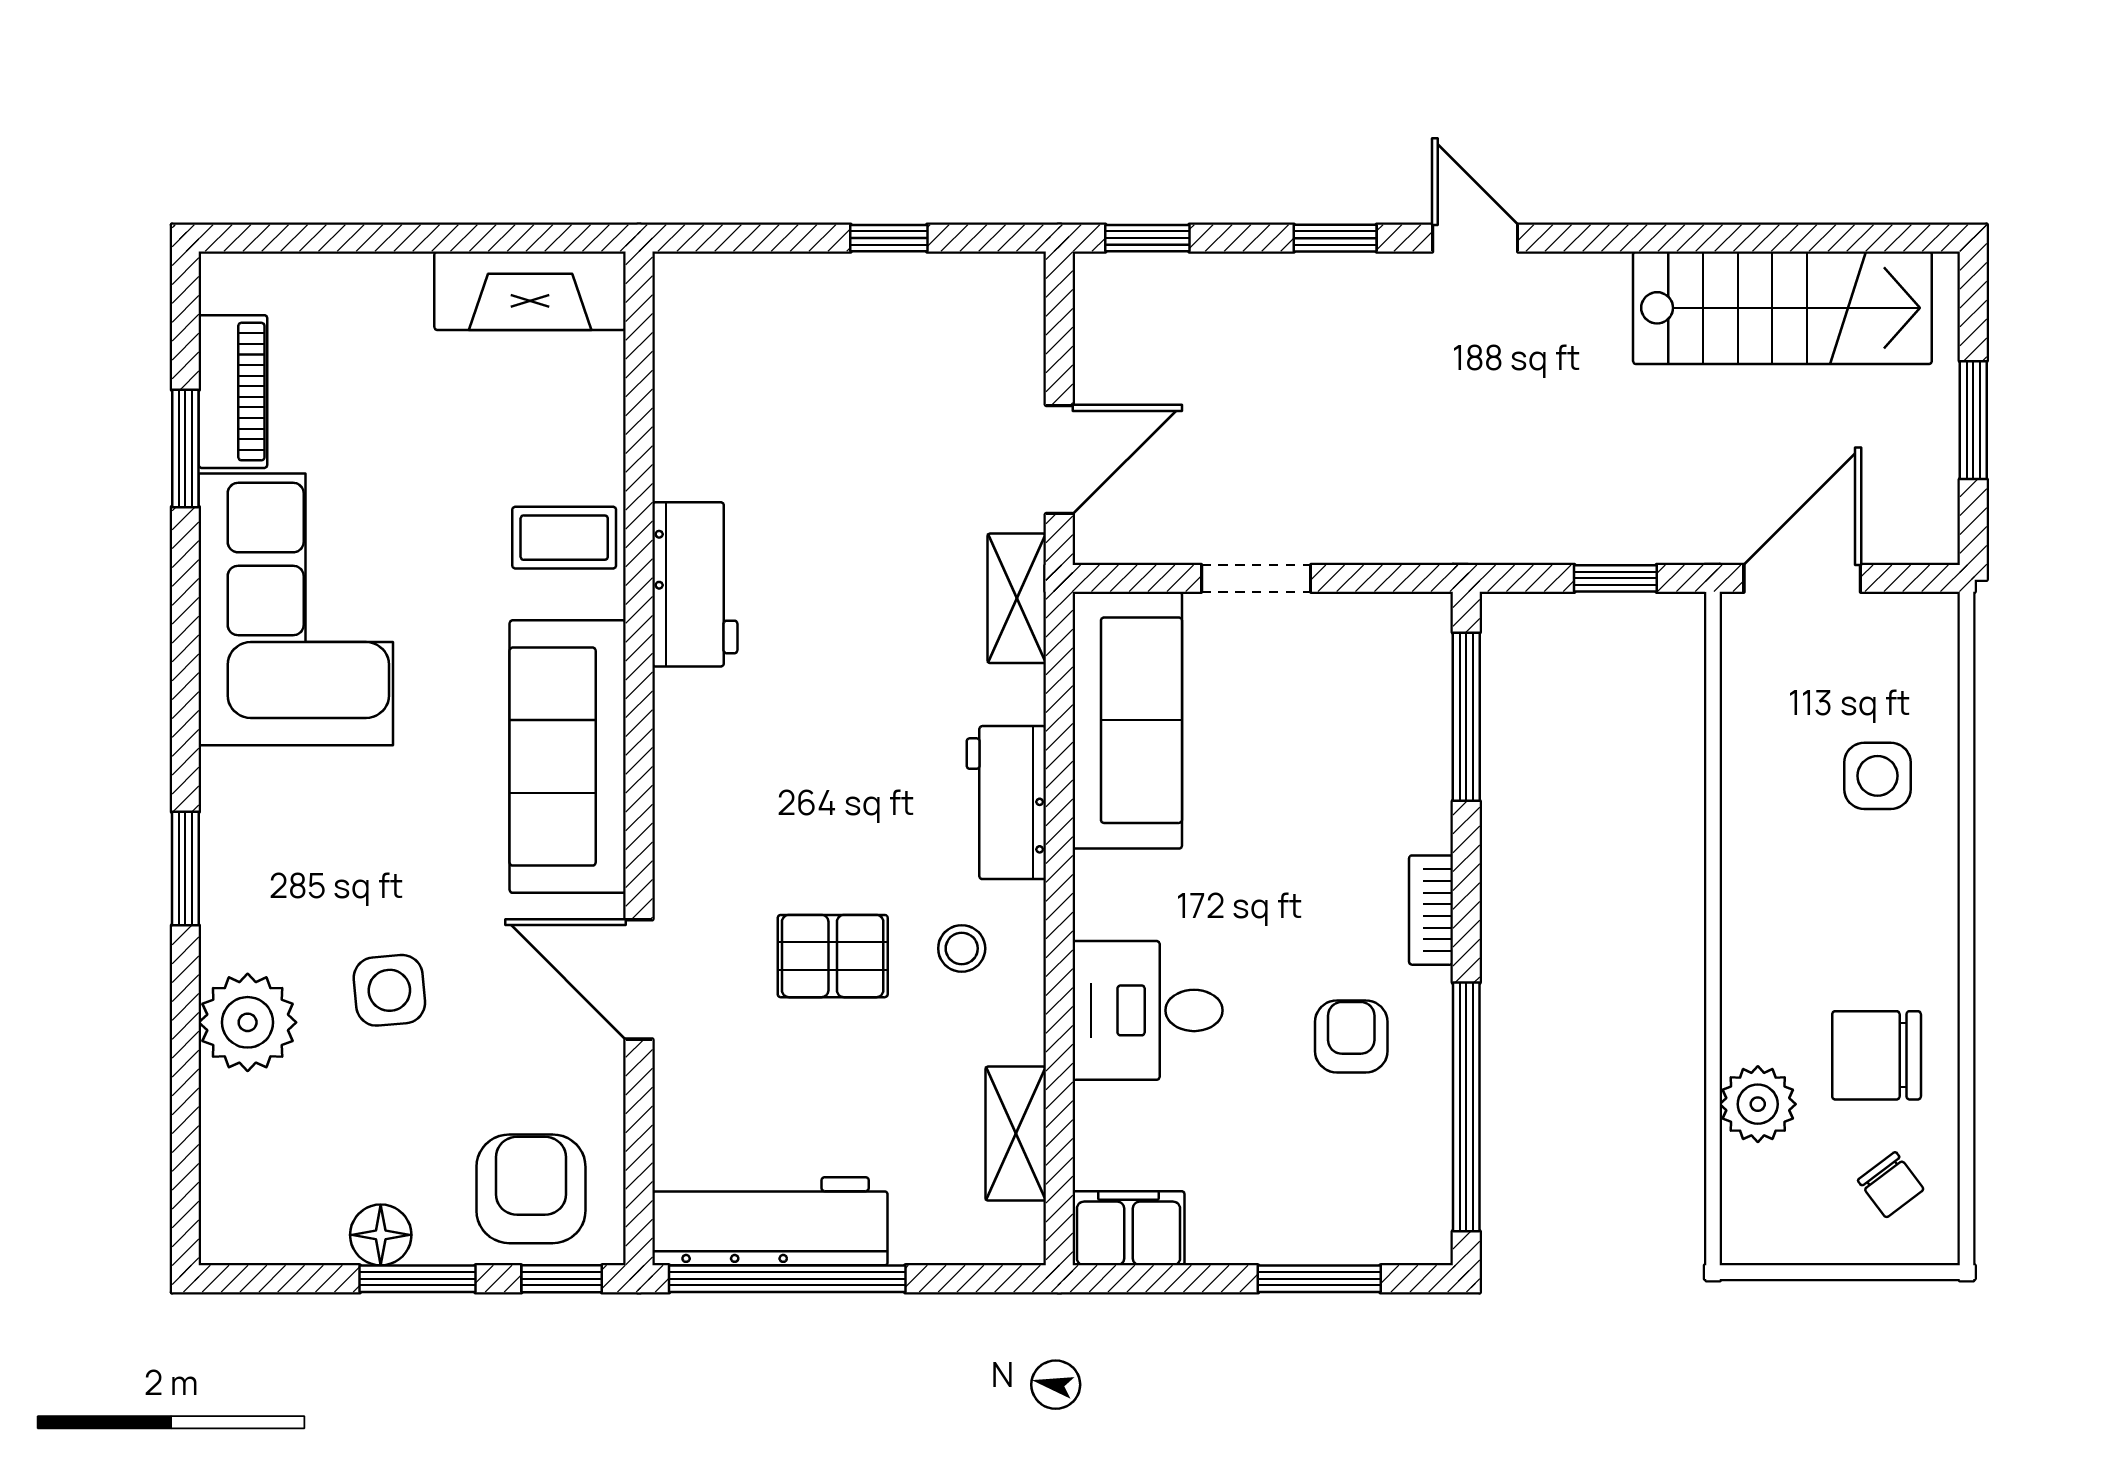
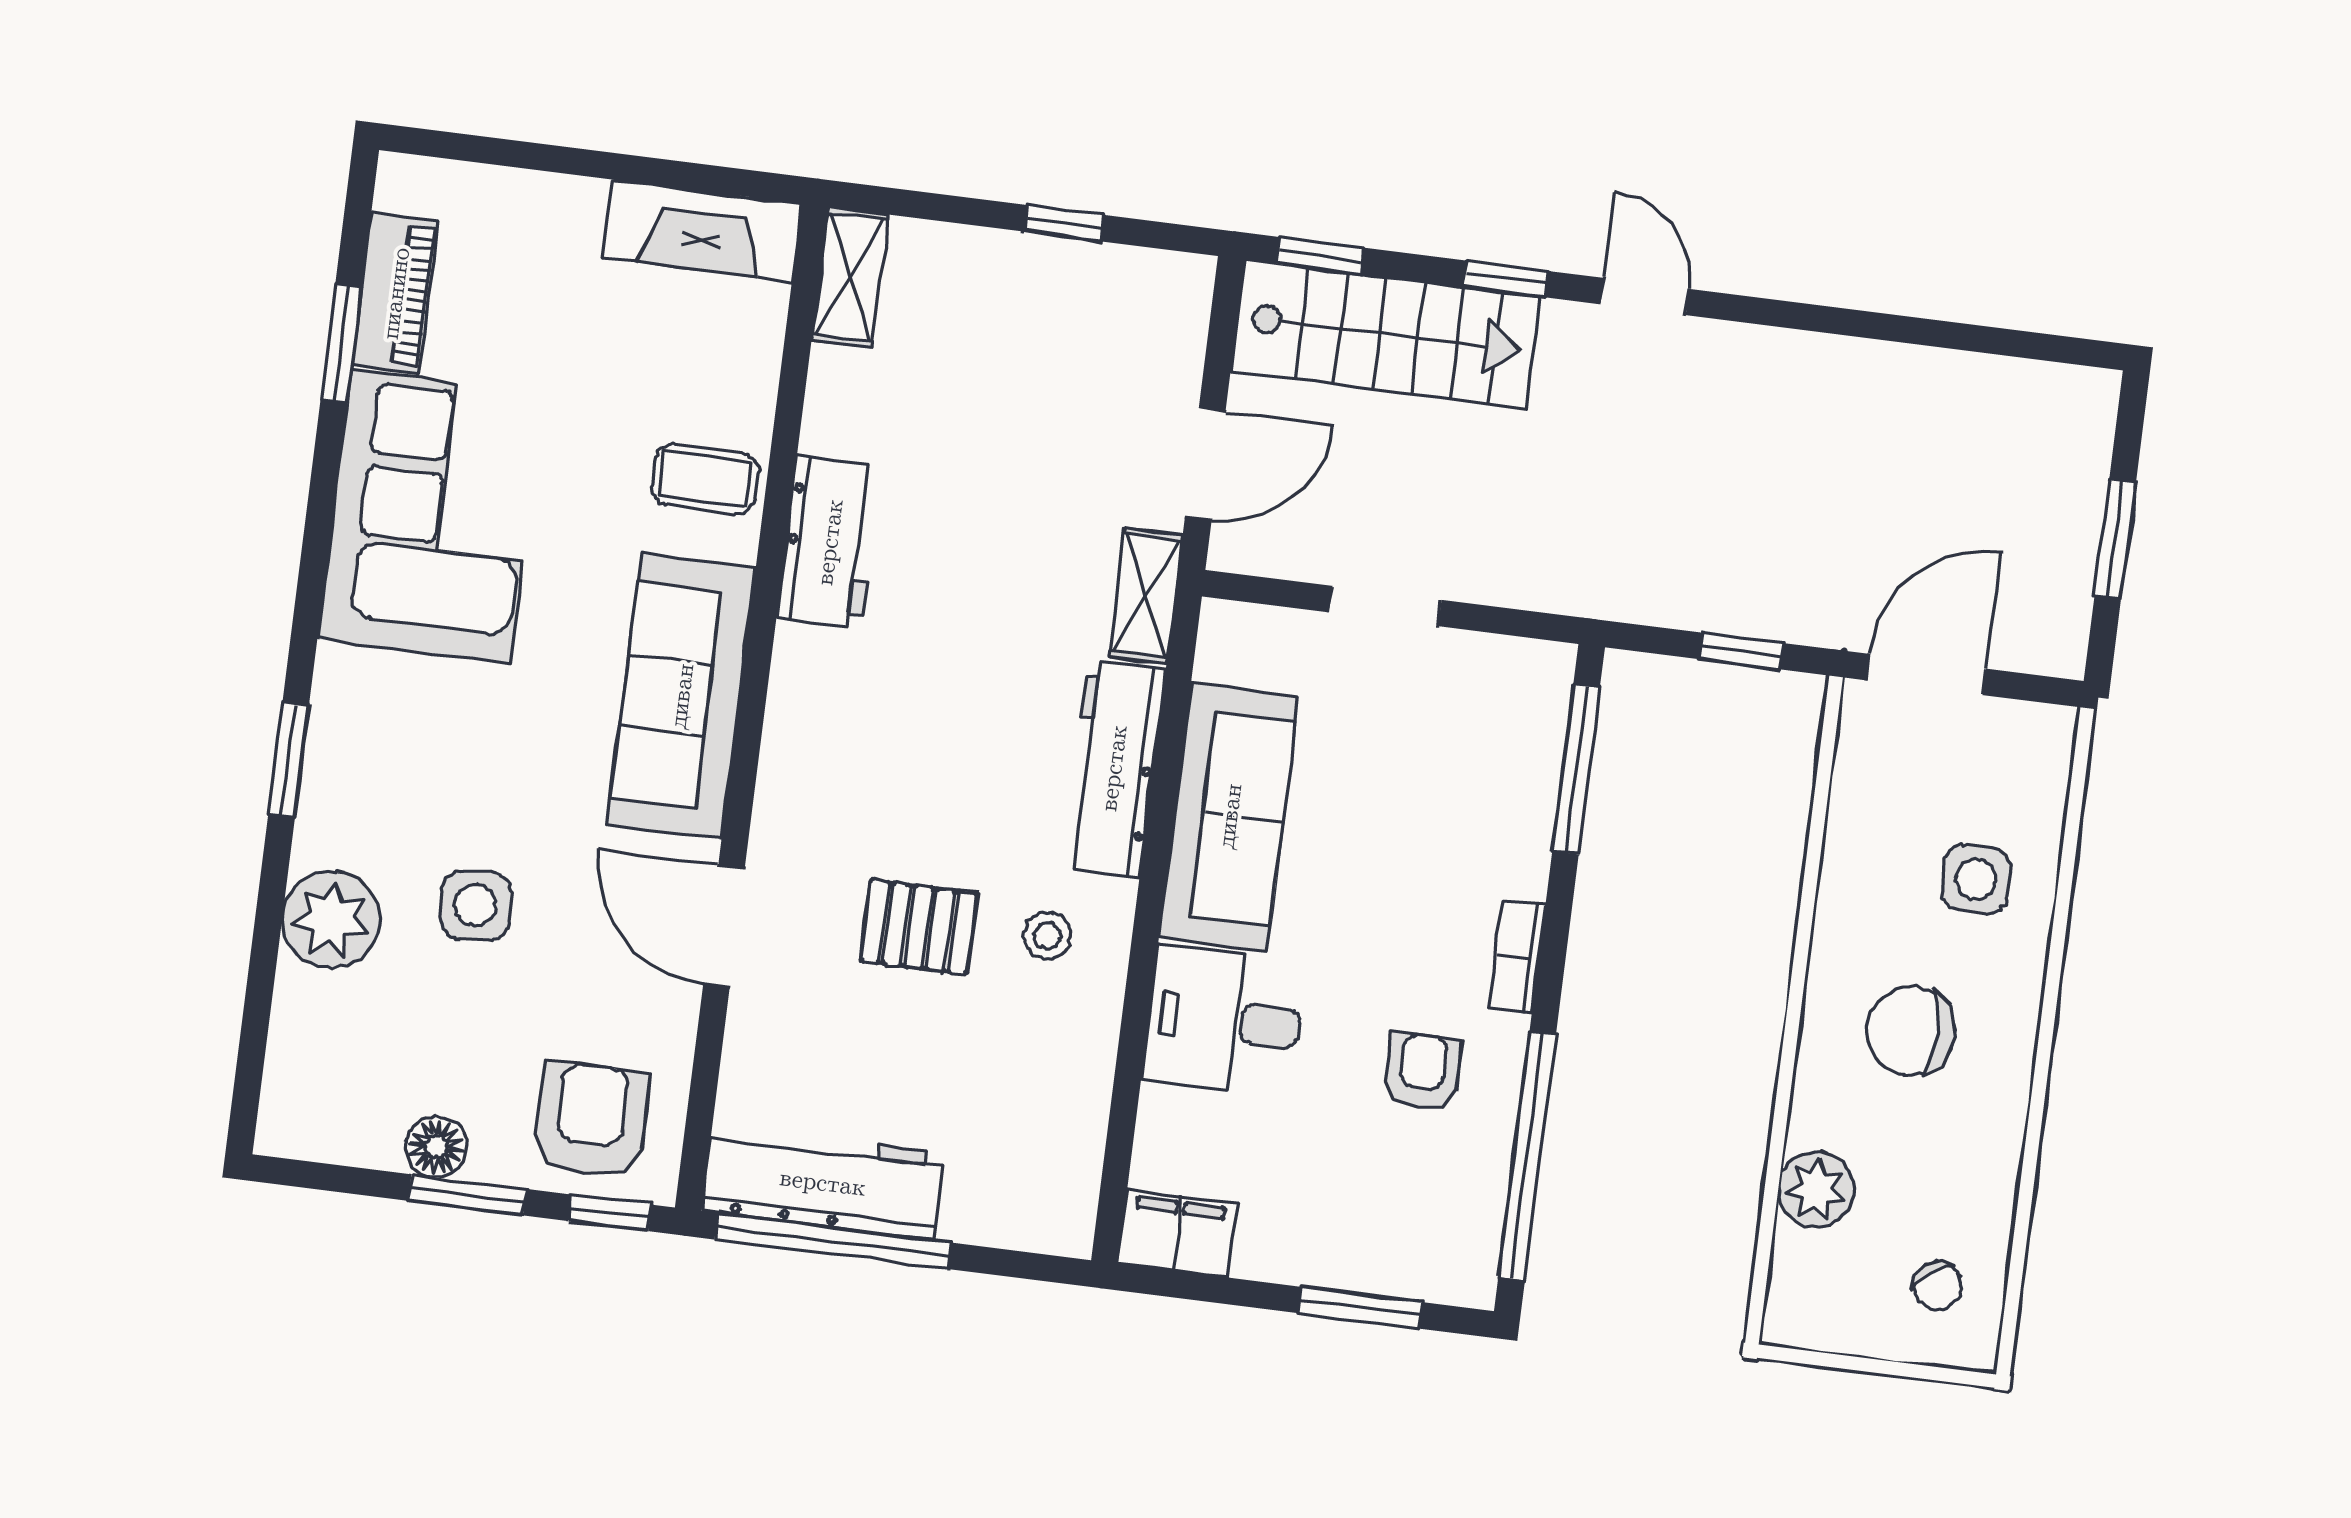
stairs: (1782, 308) -> (1385, 334), moved
sofa: (1127, 720) -> (1229, 816), moved
workbench: (1006, 803) -> (1113, 768), width x1.38
chair: (1877, 1055) -> (1911, 1031), moved
shelving: (1016, 1134) -> (850, 277), moved

